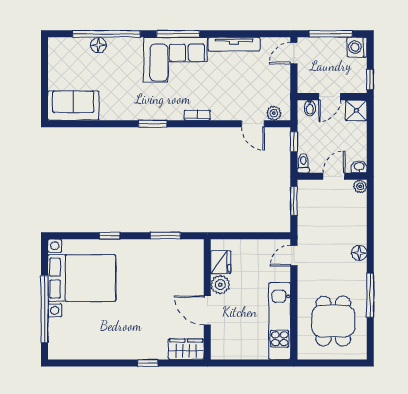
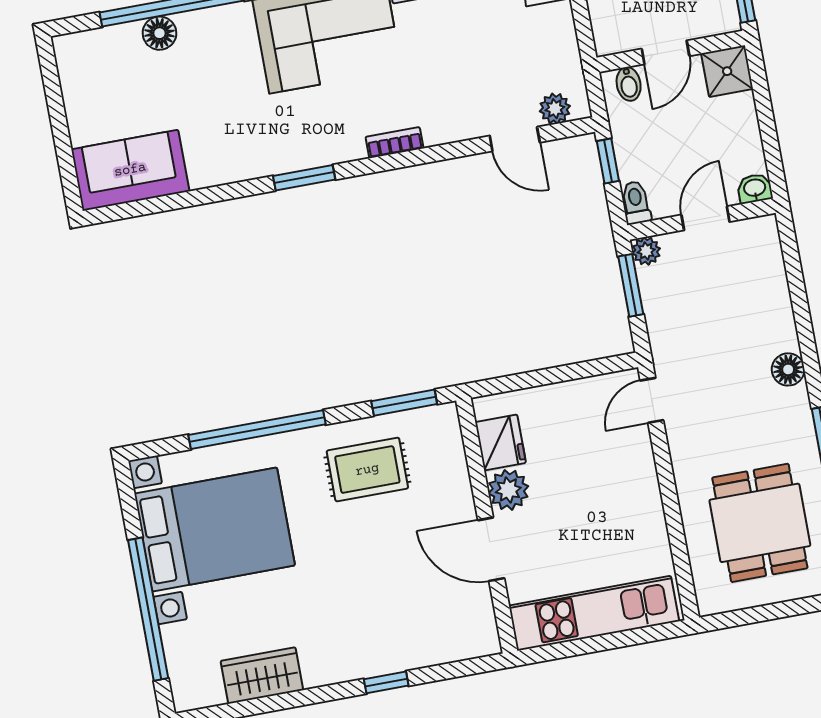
plant: (360, 186) -> (646, 251), moved
window: (110, 236) -> (257, 430), width x3.17
window: (166, 236) -> (404, 403), moved
rug: (157, 263) -> (367, 470), added
kitchen unit: (280, 321) -> (594, 613), moved, turned 90
wardrobe: (186, 349) -> (262, 675), moved

